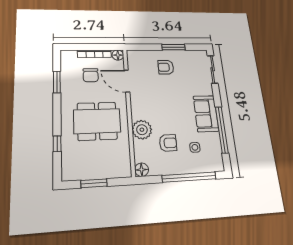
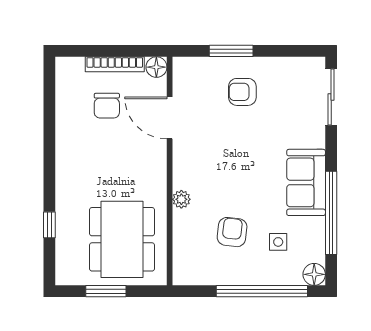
window: (173, 47) -> (231, 51), moved
window: (57, 82) -> (49, 118), removed
dining table: (97, 121) -> (122, 239), moved, turned 90
plant: (142, 130) -> (181, 199), width x0.53, depth x0.53
armchair: (168, 143) -> (232, 232), turned -83
floor lamp: (142, 170) -> (314, 274), moved

